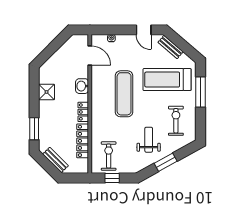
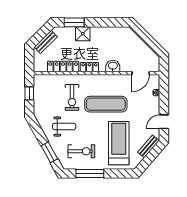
shower: (47, 92) -> (83, 34), moved
window: (200, 92) -> (90, 174), moved
exercise bike: (109, 156) -> (72, 97), moved, turned 90
window: (166, 162) -> (49, 152), moved

